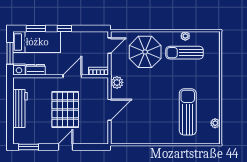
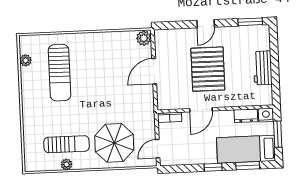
plant: (117, 82) -> (144, 38), moved
workbench: (20, 108) -> (263, 68), width x0.73

